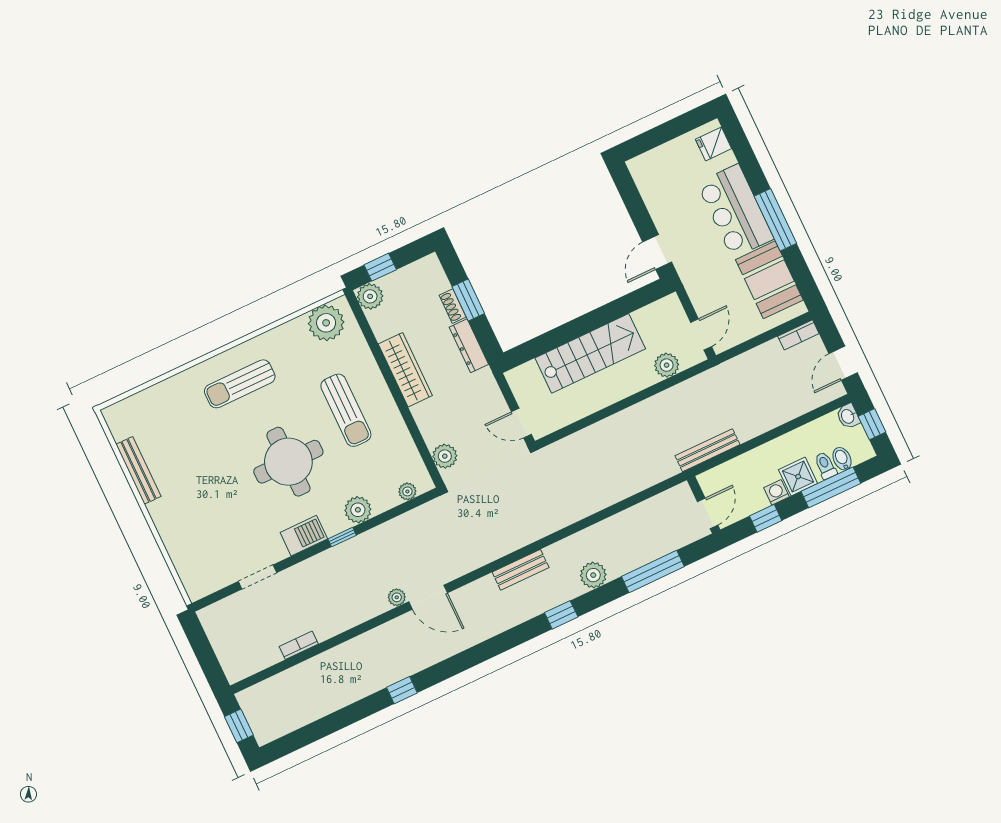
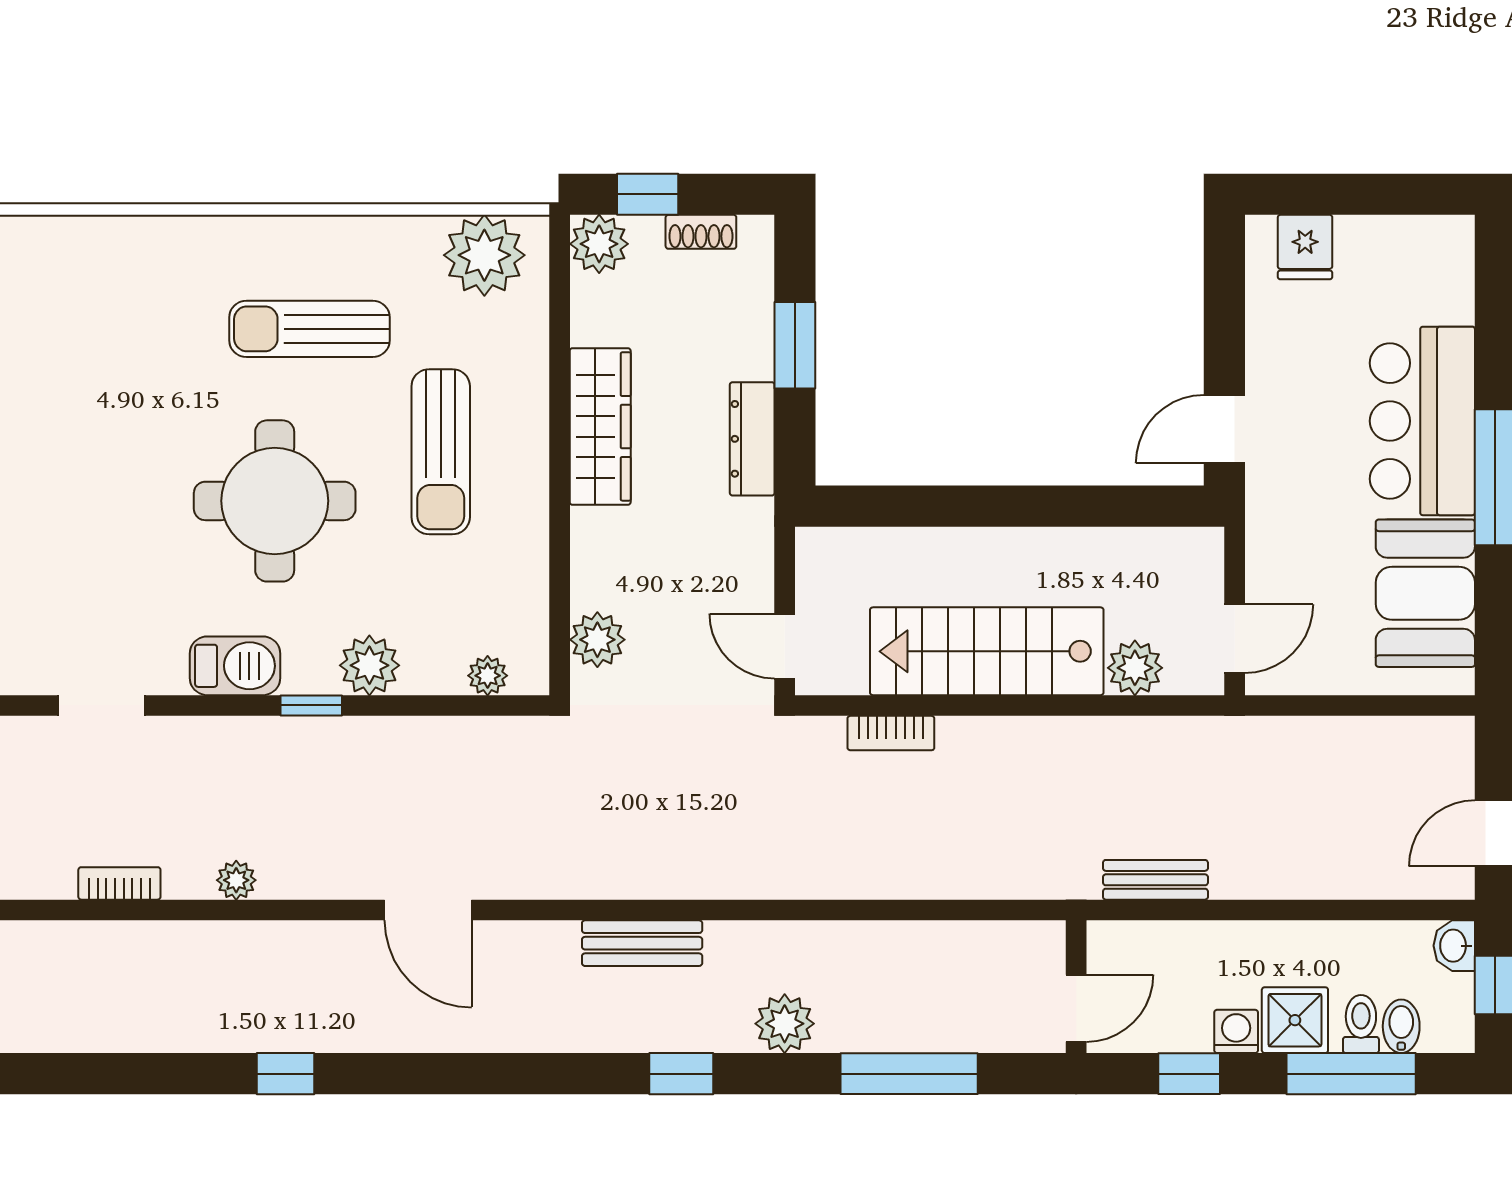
fridge: (714, 144) -> (1305, 247), moved, turned -90
shoe rack: (453, 306) -> (701, 232), moved, turned -90
bookcase: (798, 335) -> (891, 733), moved
stairs: (590, 353) -> (987, 651), moved, turned 180
sun lounger: (240, 384) -> (310, 329), moved
bench: (708, 450) -> (1155, 880), width x0.73
plant: (397, 597) -> (236, 880), moved

